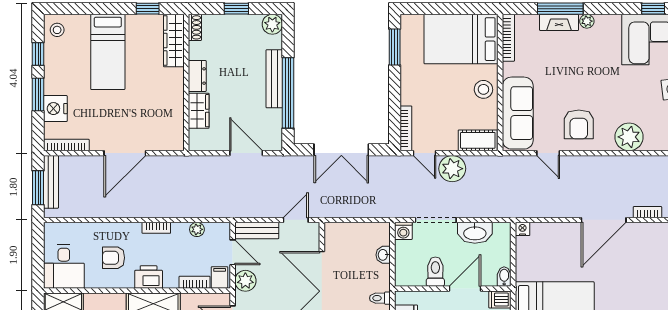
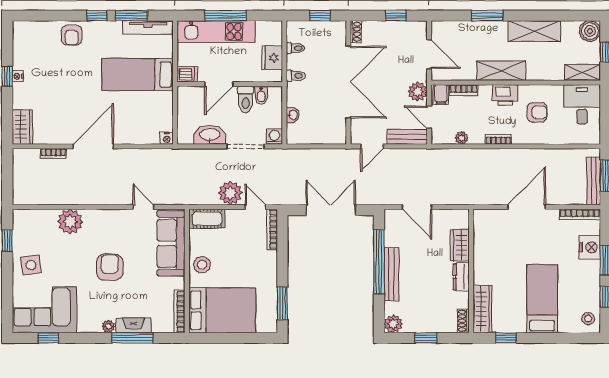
armchair: (579, 124) -> (110, 267), moved
bidet: (504, 277) -> (261, 95), moved

